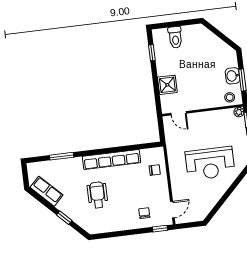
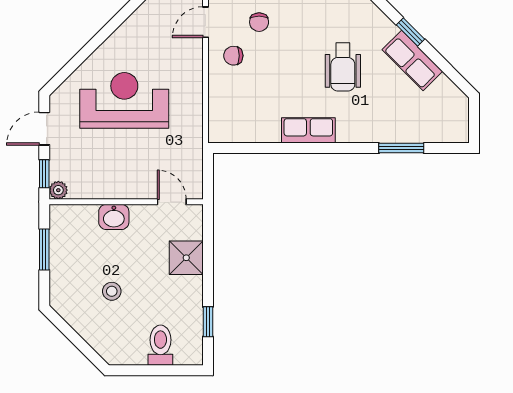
washbasin: (233, 76) -> (114, 217), moved, turned 90
stool: (230, 97) -> (112, 291), moved
row of seats: (111, 159) -> (308, 130), width x0.50
chair: (155, 170) -> (233, 56), moved
row of seats: (46, 191) -> (412, 60), moved

